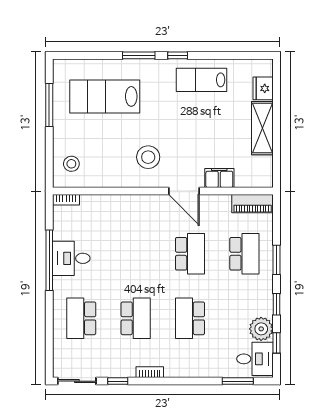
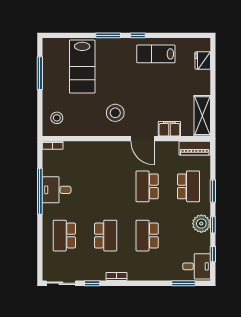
lab bench: (105, 96) -> (82, 67), turned -90
shelving: (262, 128) -> (202, 116), moved
school desk: (190, 254) -> (147, 186), turned 180
plant: (261, 329) -> (201, 224), moved

